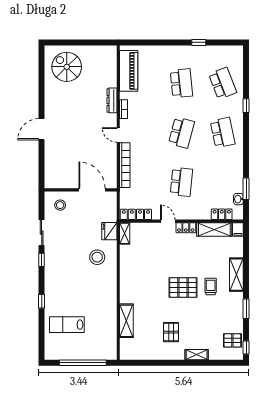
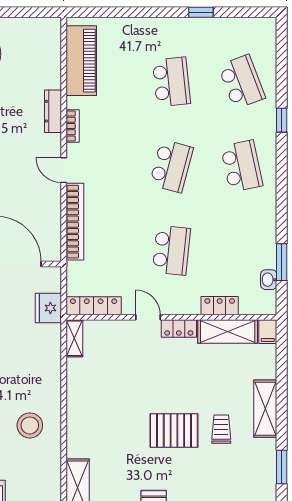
locker: (222, 214) -> (220, 306), moved
fridge: (109, 231) -> (48, 308), moved
stool: (97, 257) -> (30, 425), moved

